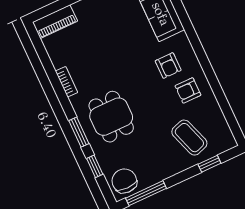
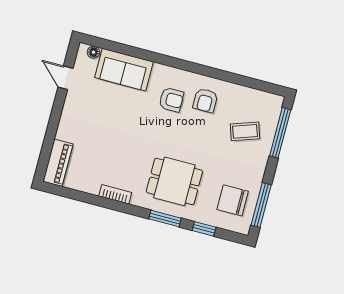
coffee table: (189, 138) -> (245, 131), width x0.73, depth x0.77
window: (209, 164) -> (280, 133), width x2.17
chair: (124, 181) -> (233, 200), moved

